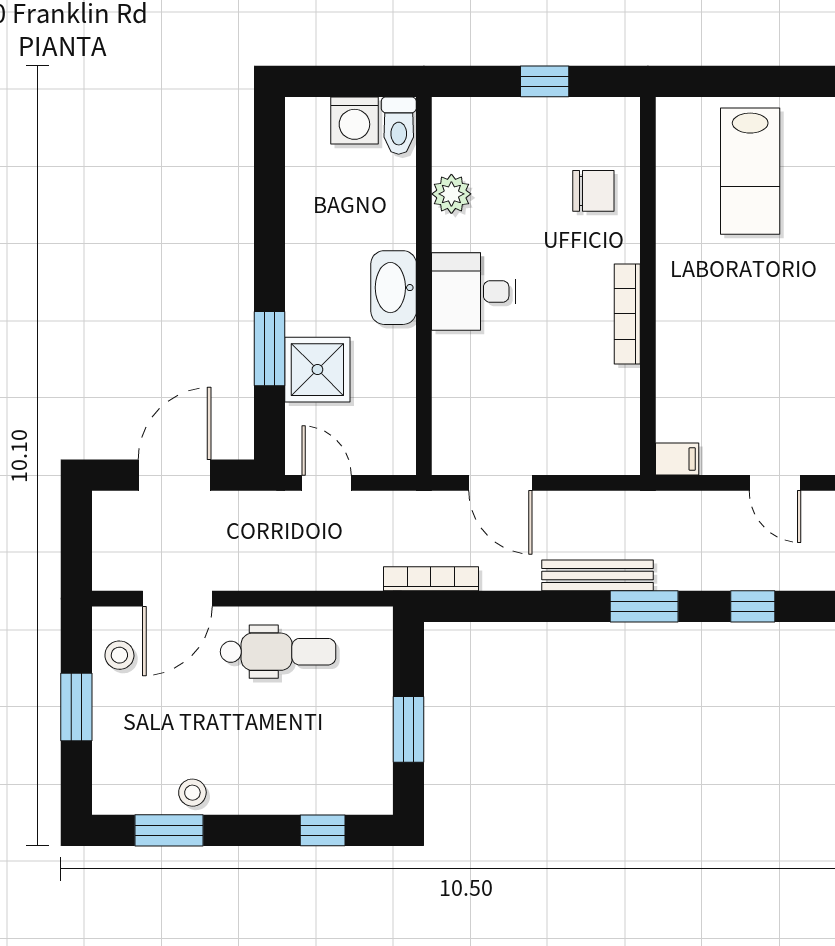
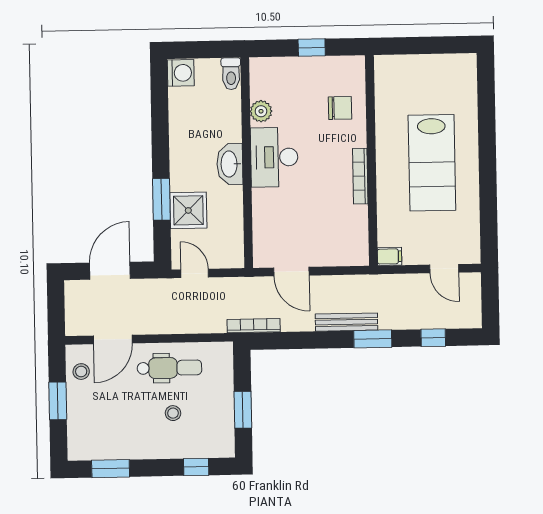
washing machine: (354, 120) -> (181, 73), moved, turned -90
lab bench: (750, 171) -> (432, 163), moved, width x1.36, depth x1.39
desk: (474, 291) -> (274, 157), width x1.37
stool: (192, 793) -> (173, 413), moved

